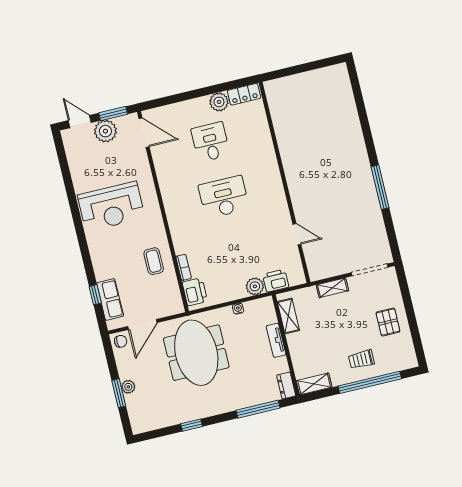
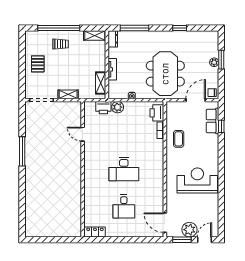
plant: (219, 102) -> (112, 231), removed
door: (80, 122) -> (204, 240), swing flipped

